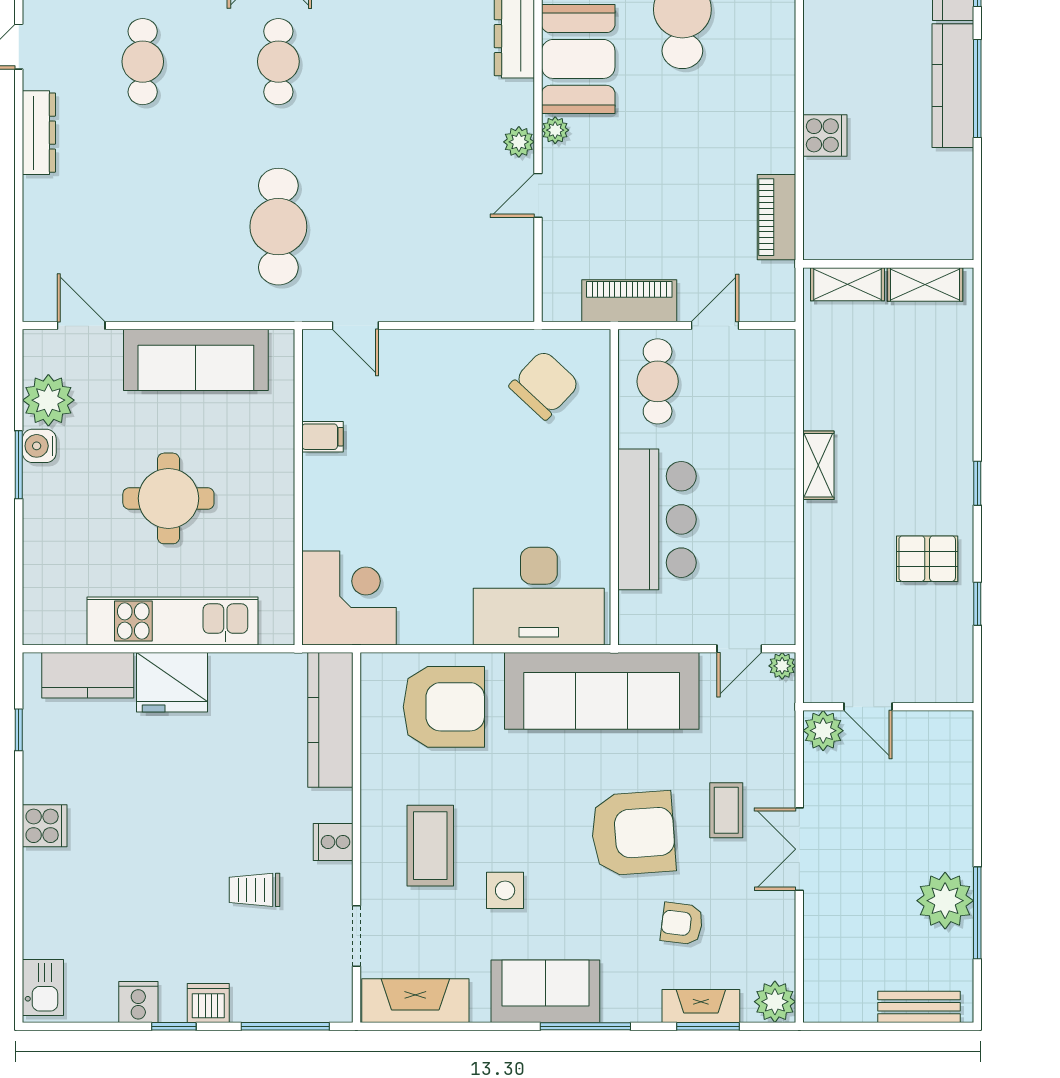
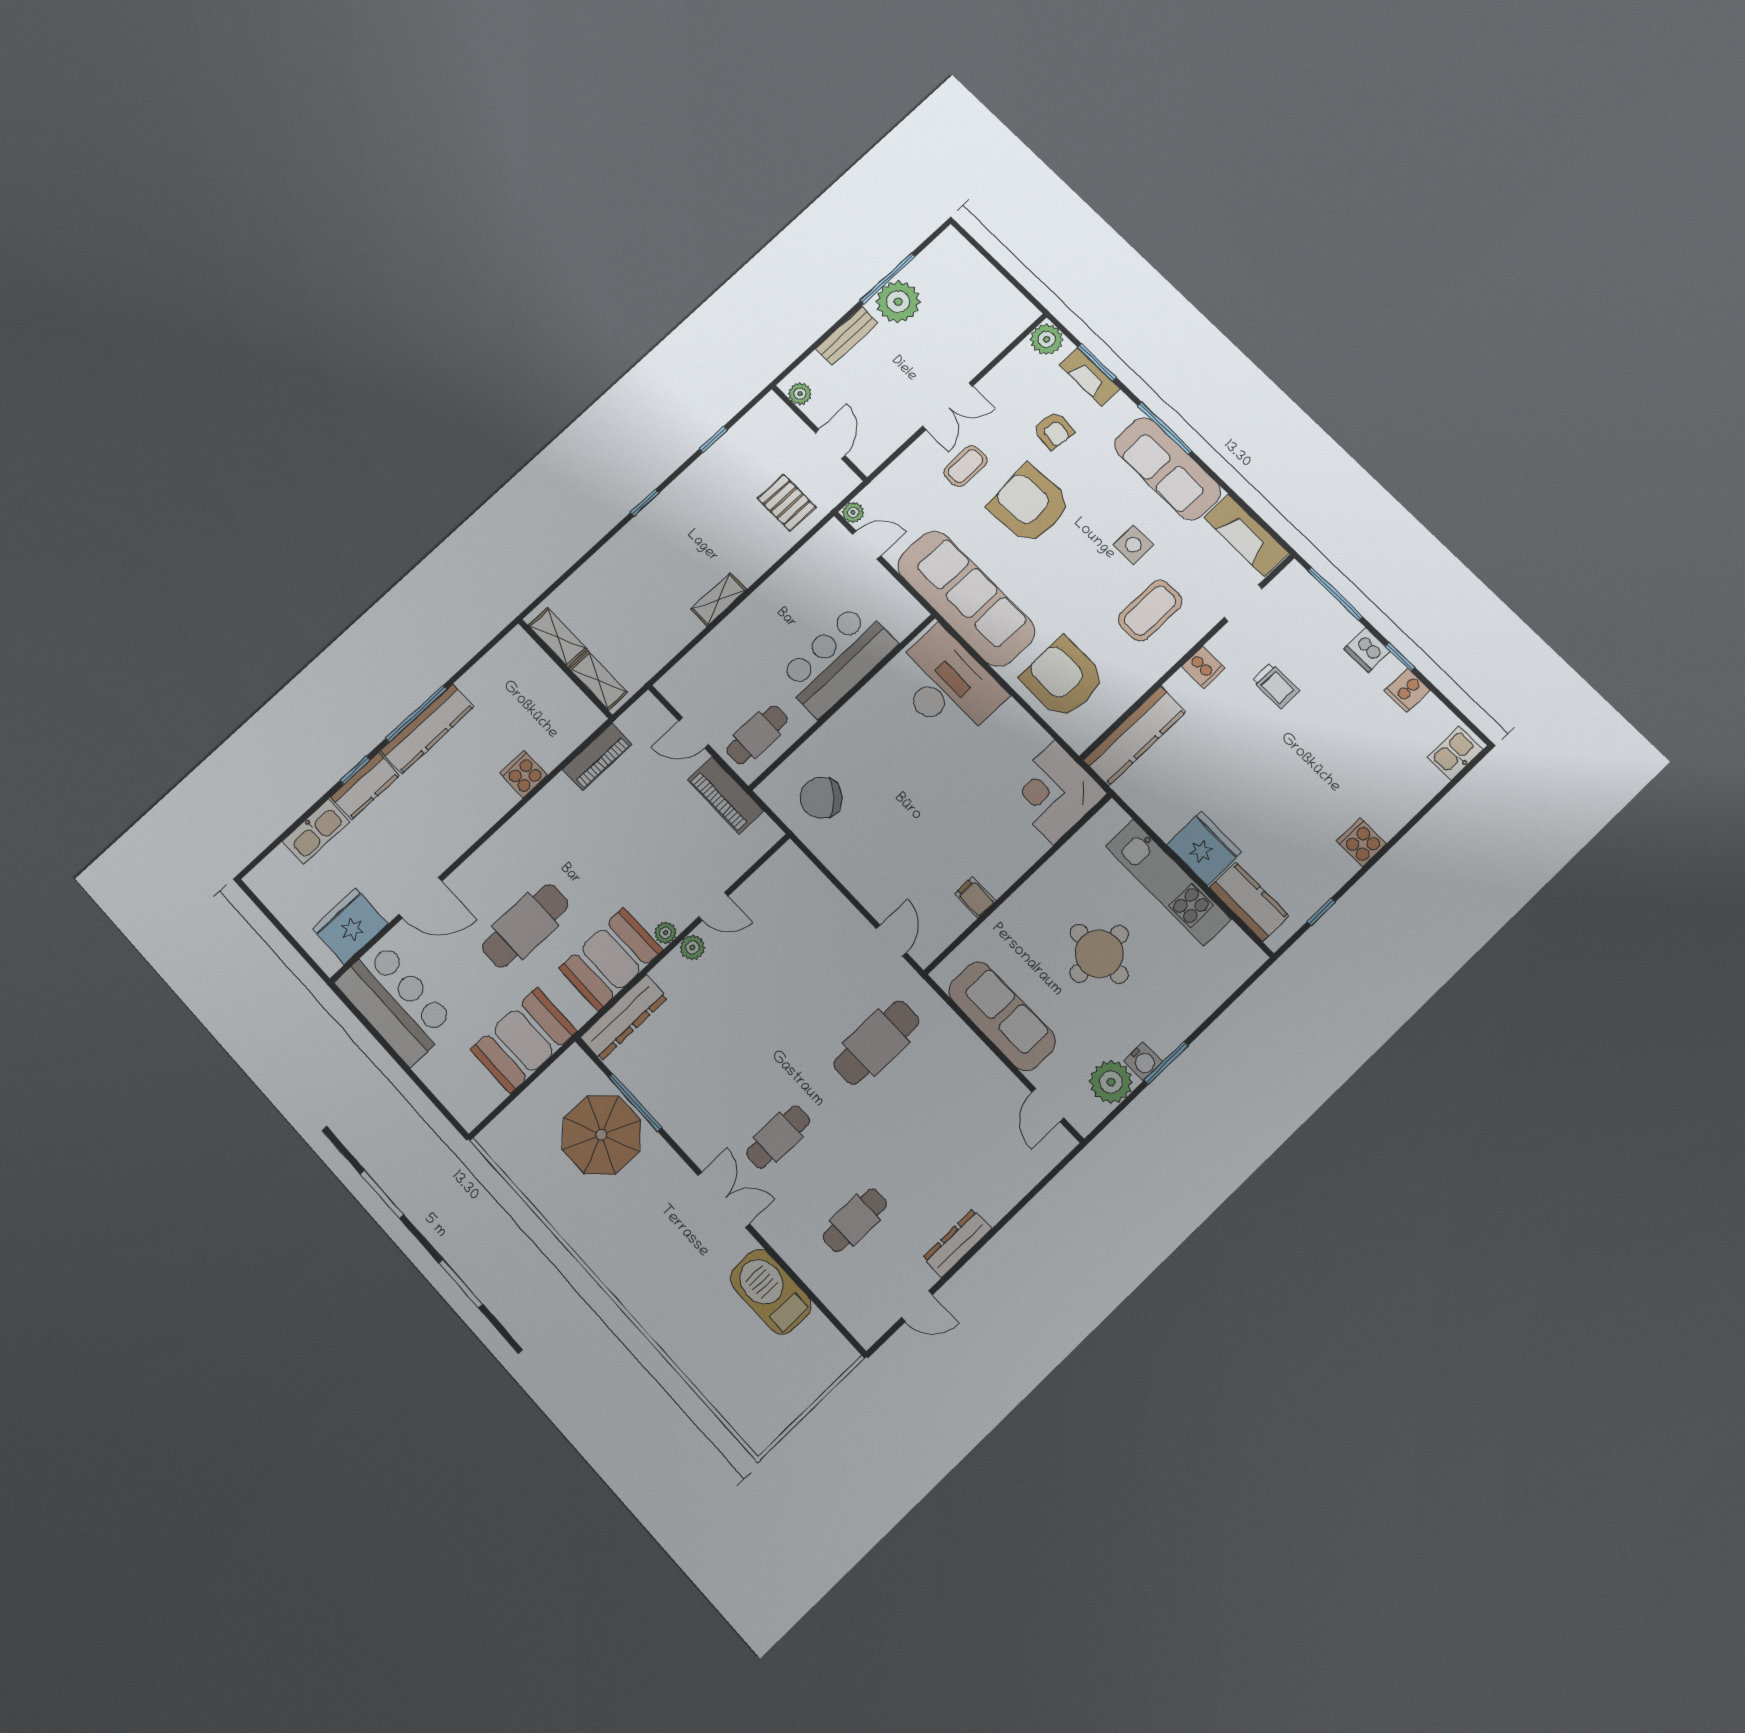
pallet: (927, 559) -> (787, 503), moved
plant: (823, 731) -> (800, 394), moved, width x0.73, depth x0.73
sofa: (545, 991) -> (1168, 469), width x1.36
bench: (919, 1007) -> (847, 336), moved, turned 90

